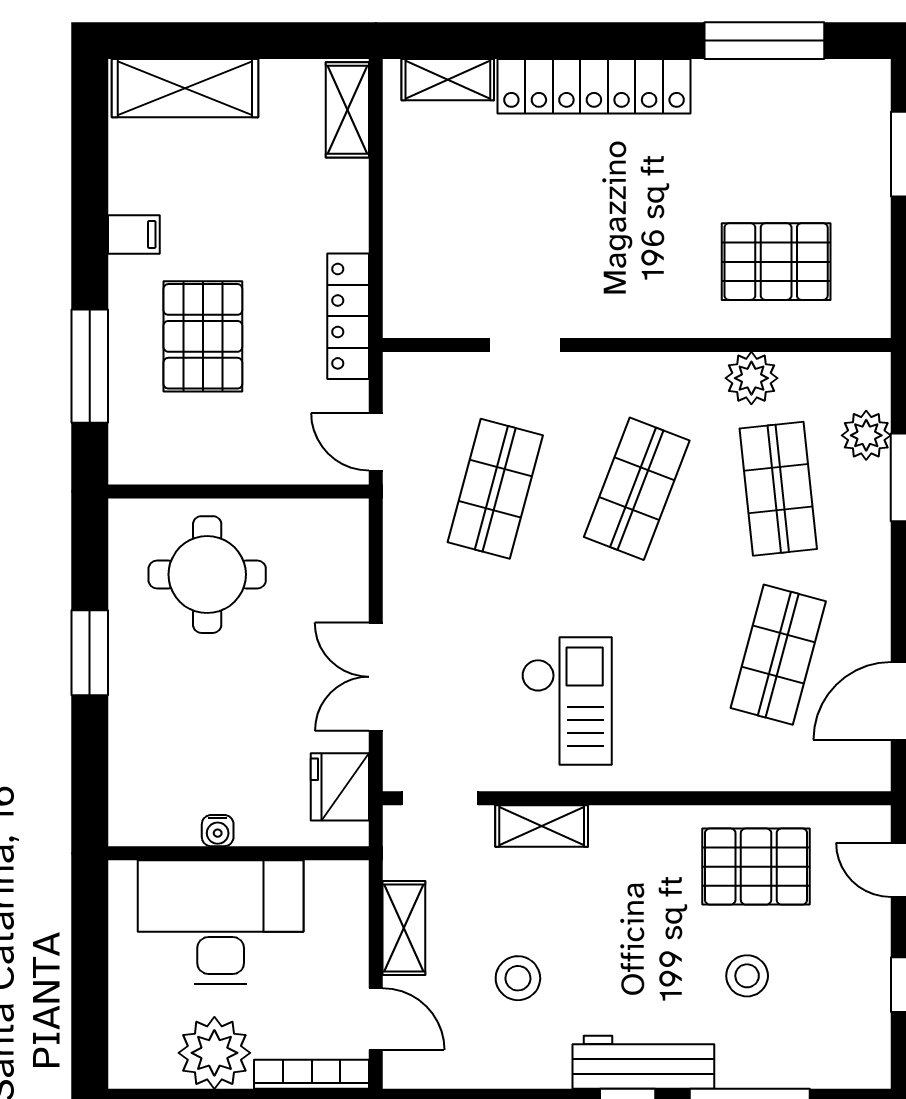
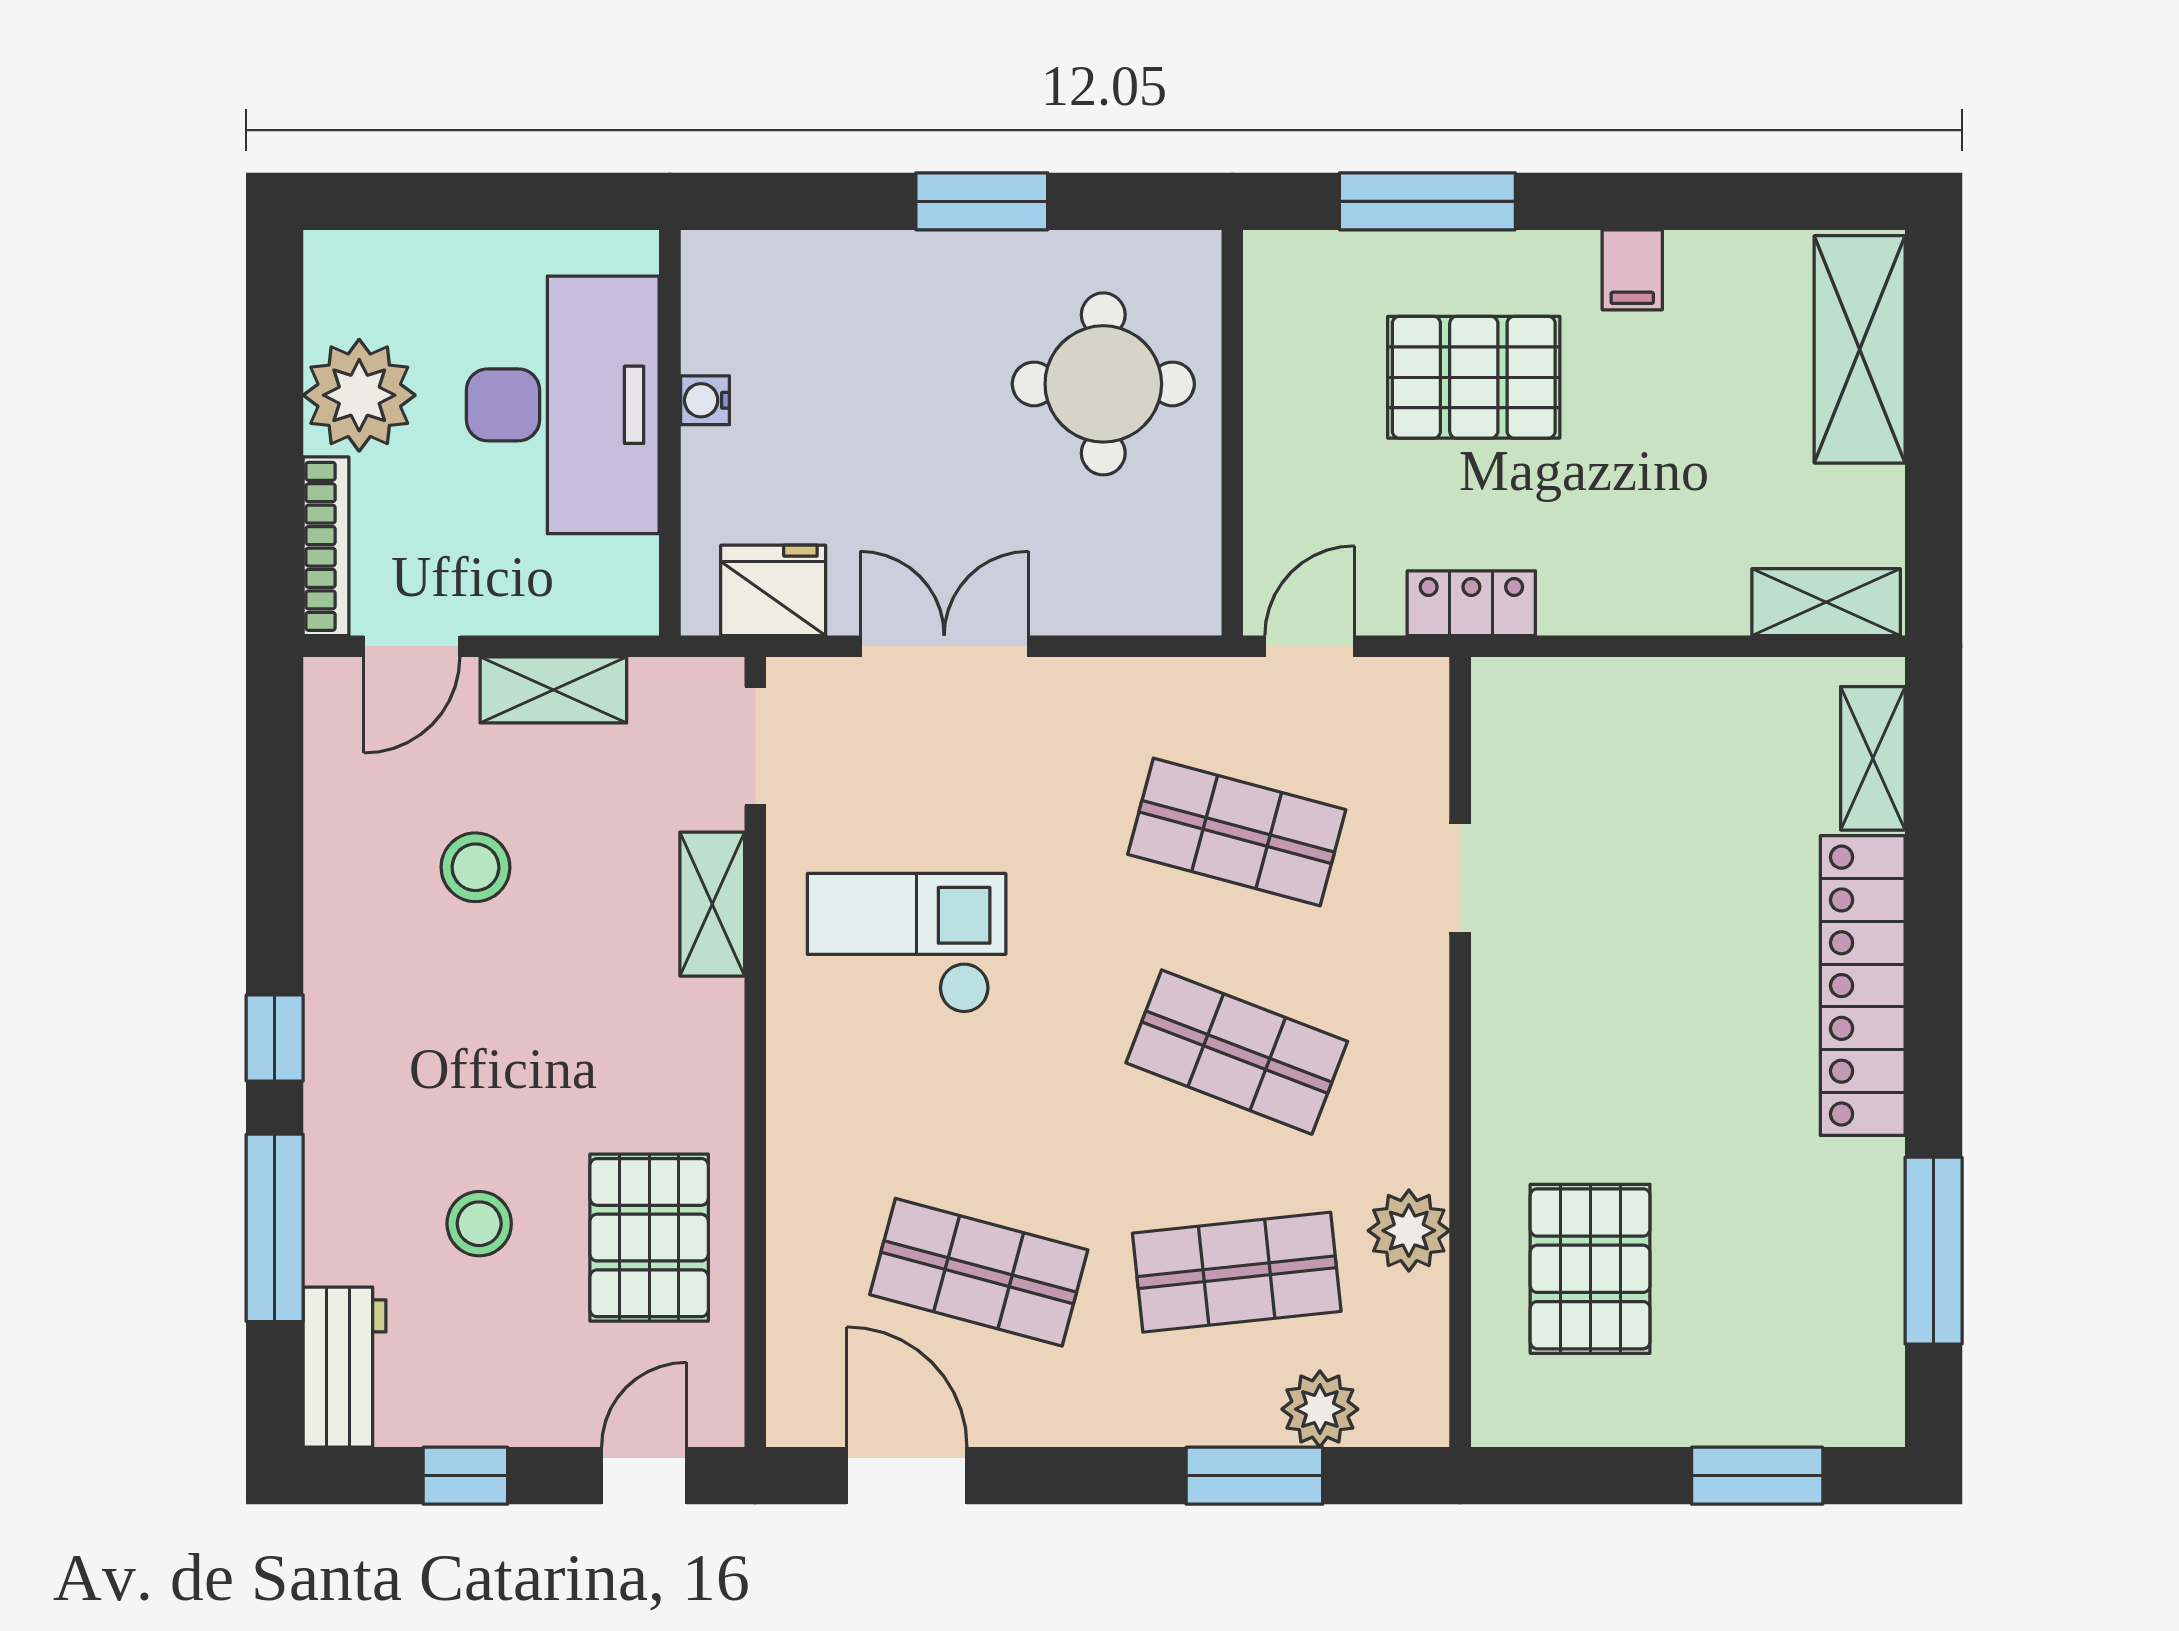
locker: (348, 316) -> (1471, 603), width x0.66
checkout: (567, 701) -> (907, 943), turned 180
workbench: (643, 1062) -> (345, 1367), moved, width x0.73

